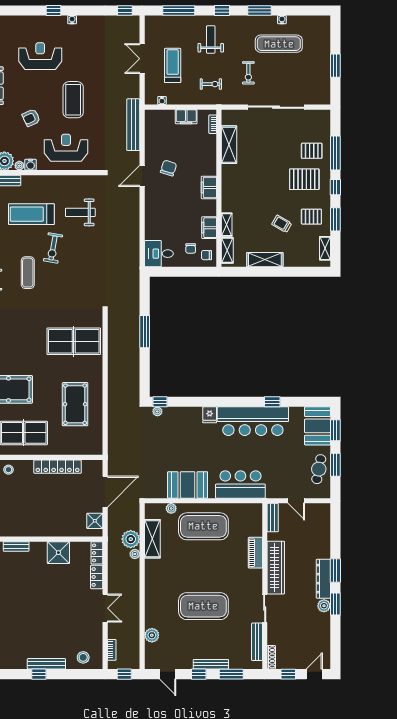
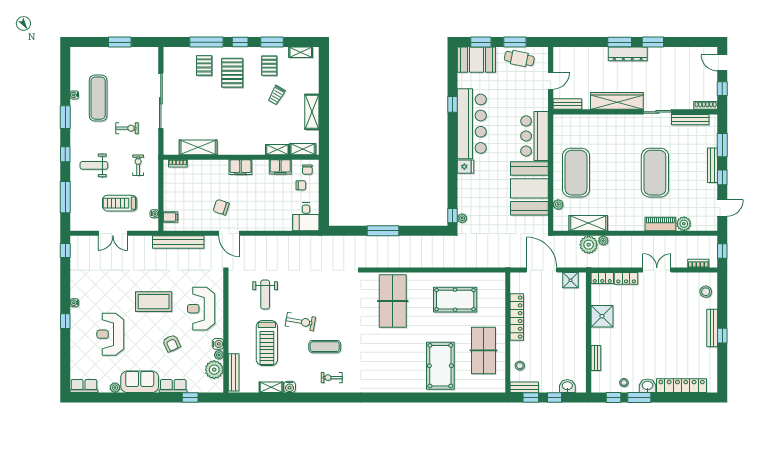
filing cabinet: (186, 117) -> (170, 217), moved, width x0.50
booth: (188, 485) -> (529, 188), width x1.36, depth x1.42
piano: (255, 553) -> (660, 224), moved, turned 180
plant: (324, 606) -> (655, 53), removed

